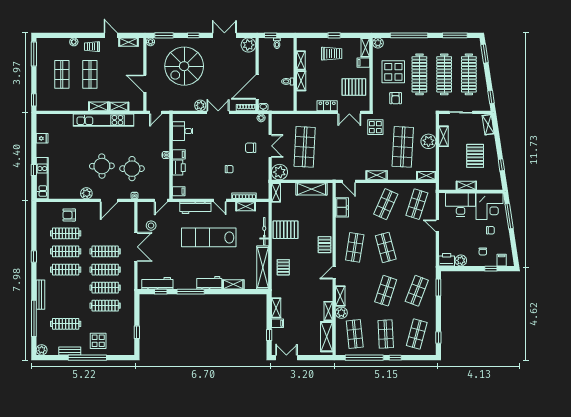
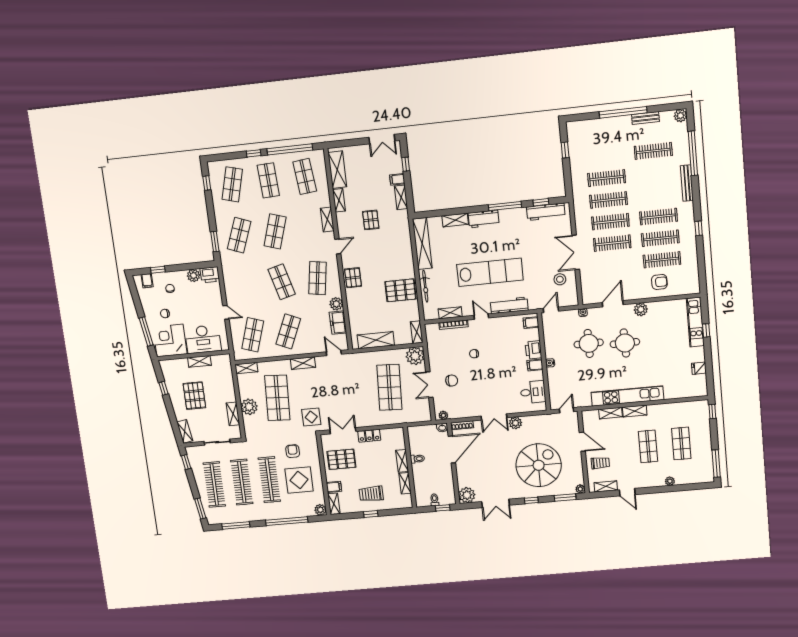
trolley: (92, 47) -> (600, 463), moved
pallet: (283, 267) -> (371, 220), moved
plant: (341, 313) -> (336, 304), moved
display table: (98, 341) -> (612, 134), removed

